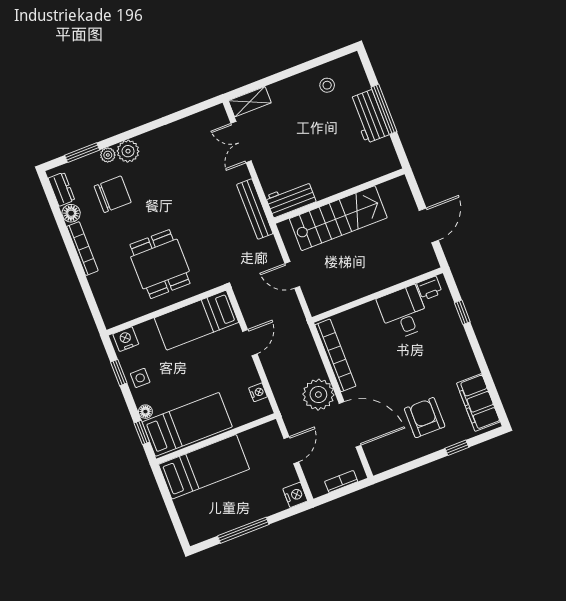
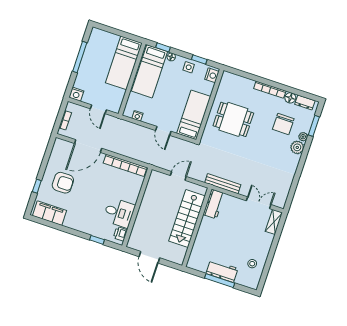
plant: (318, 395) -> (114, 143), removed

